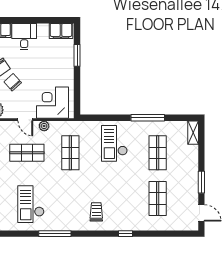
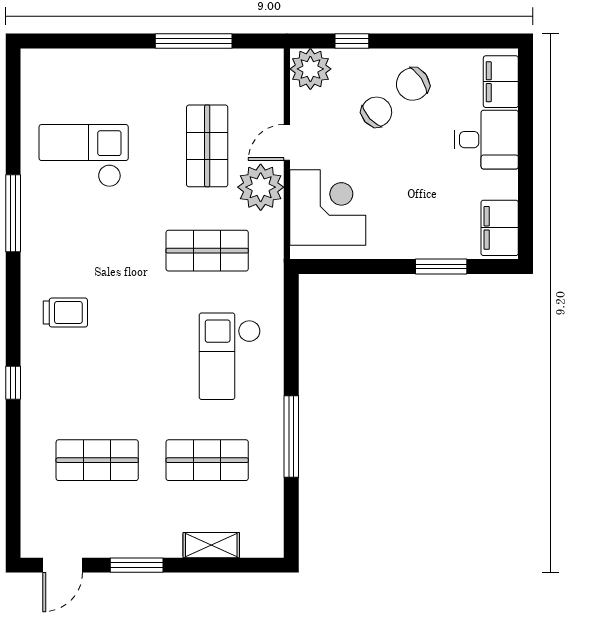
plant: (44, 126) -> (261, 187), width x1.88, depth x1.88
shelving: (193, 133) -> (211, 545), moved
checkout: (114, 143) -> (230, 356), turned -90

